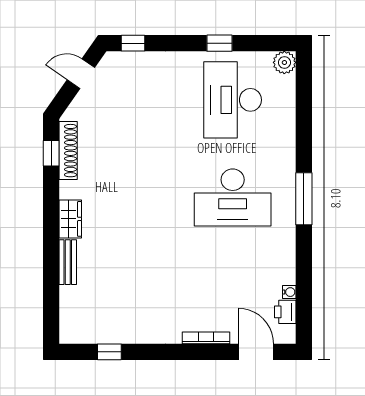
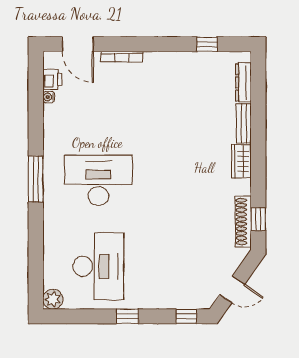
window: (220, 43) -> (127, 316), moved
dresser: (68, 309) -> (243, 82), added

